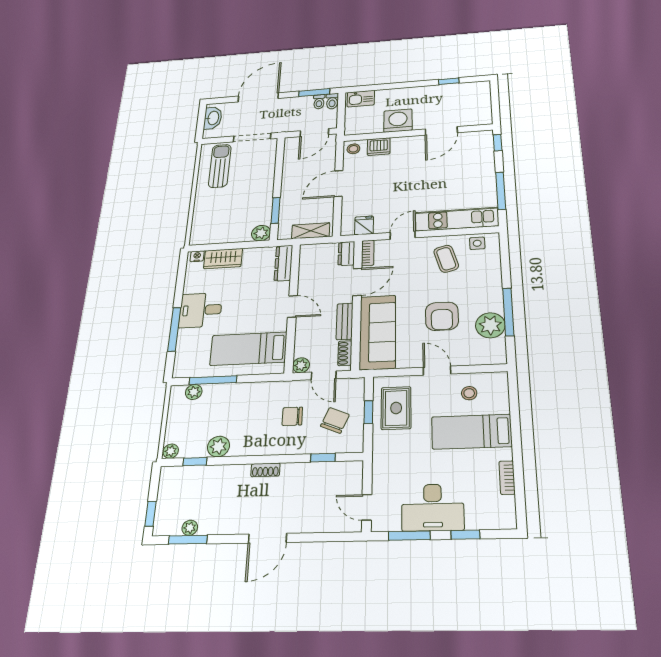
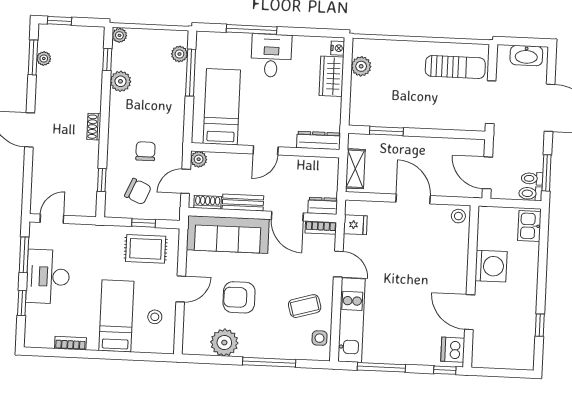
dishwasher: (379, 147) -> (453, 350), moved
plant: (261, 233) -> (361, 66), moved
window: (508, 312) -> (269, 362), moved

